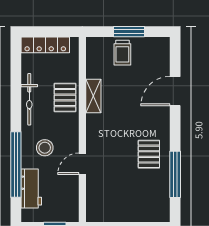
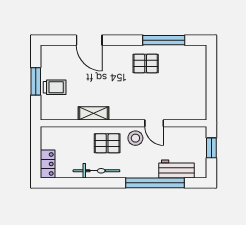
locker: (45, 45) -> (48, 164), width x0.66
pallet: (65, 98) -> (107, 143), moved
stool: (45, 148) -> (135, 138), moved

